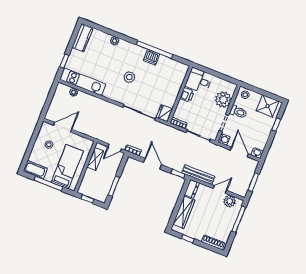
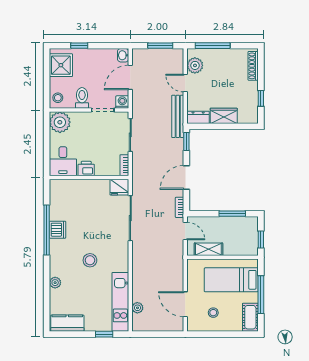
stool: (129, 77) -> (90, 260), moved
plant: (223, 99) -> (60, 122), moved
wardrobe: (184, 212) -> (224, 116), width x0.67

